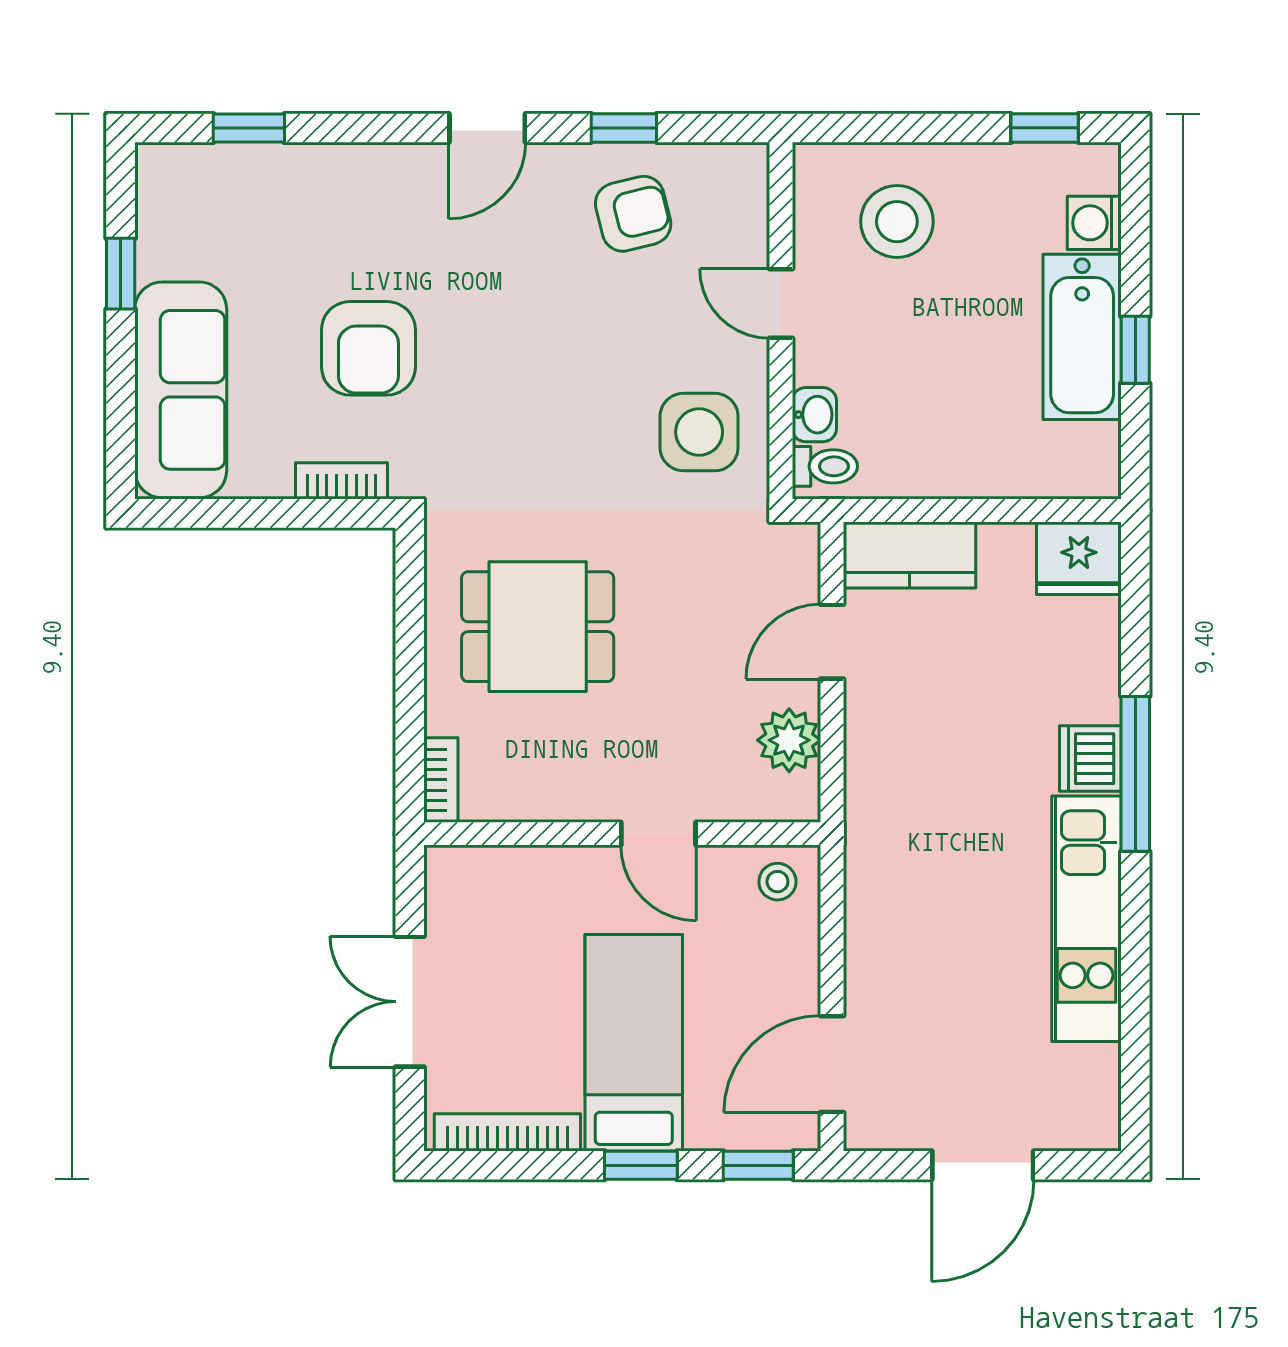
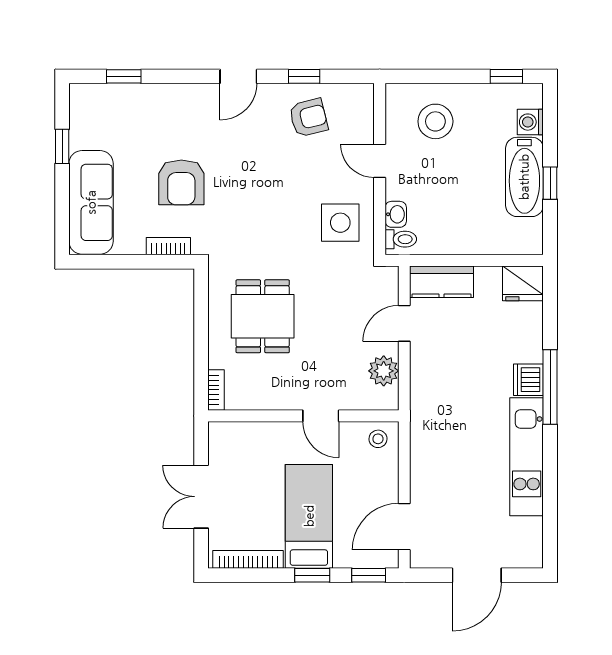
dining table: (538, 627) -> (263, 316), turned 90

